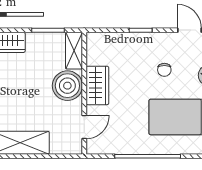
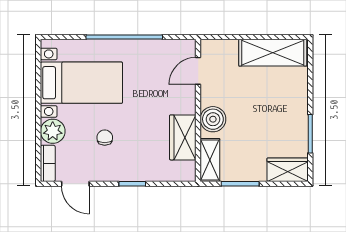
wardrobe: (97, 85) -> (183, 137), moved
boiler: (67, 86) -> (213, 119), width x0.73, depth x0.73

